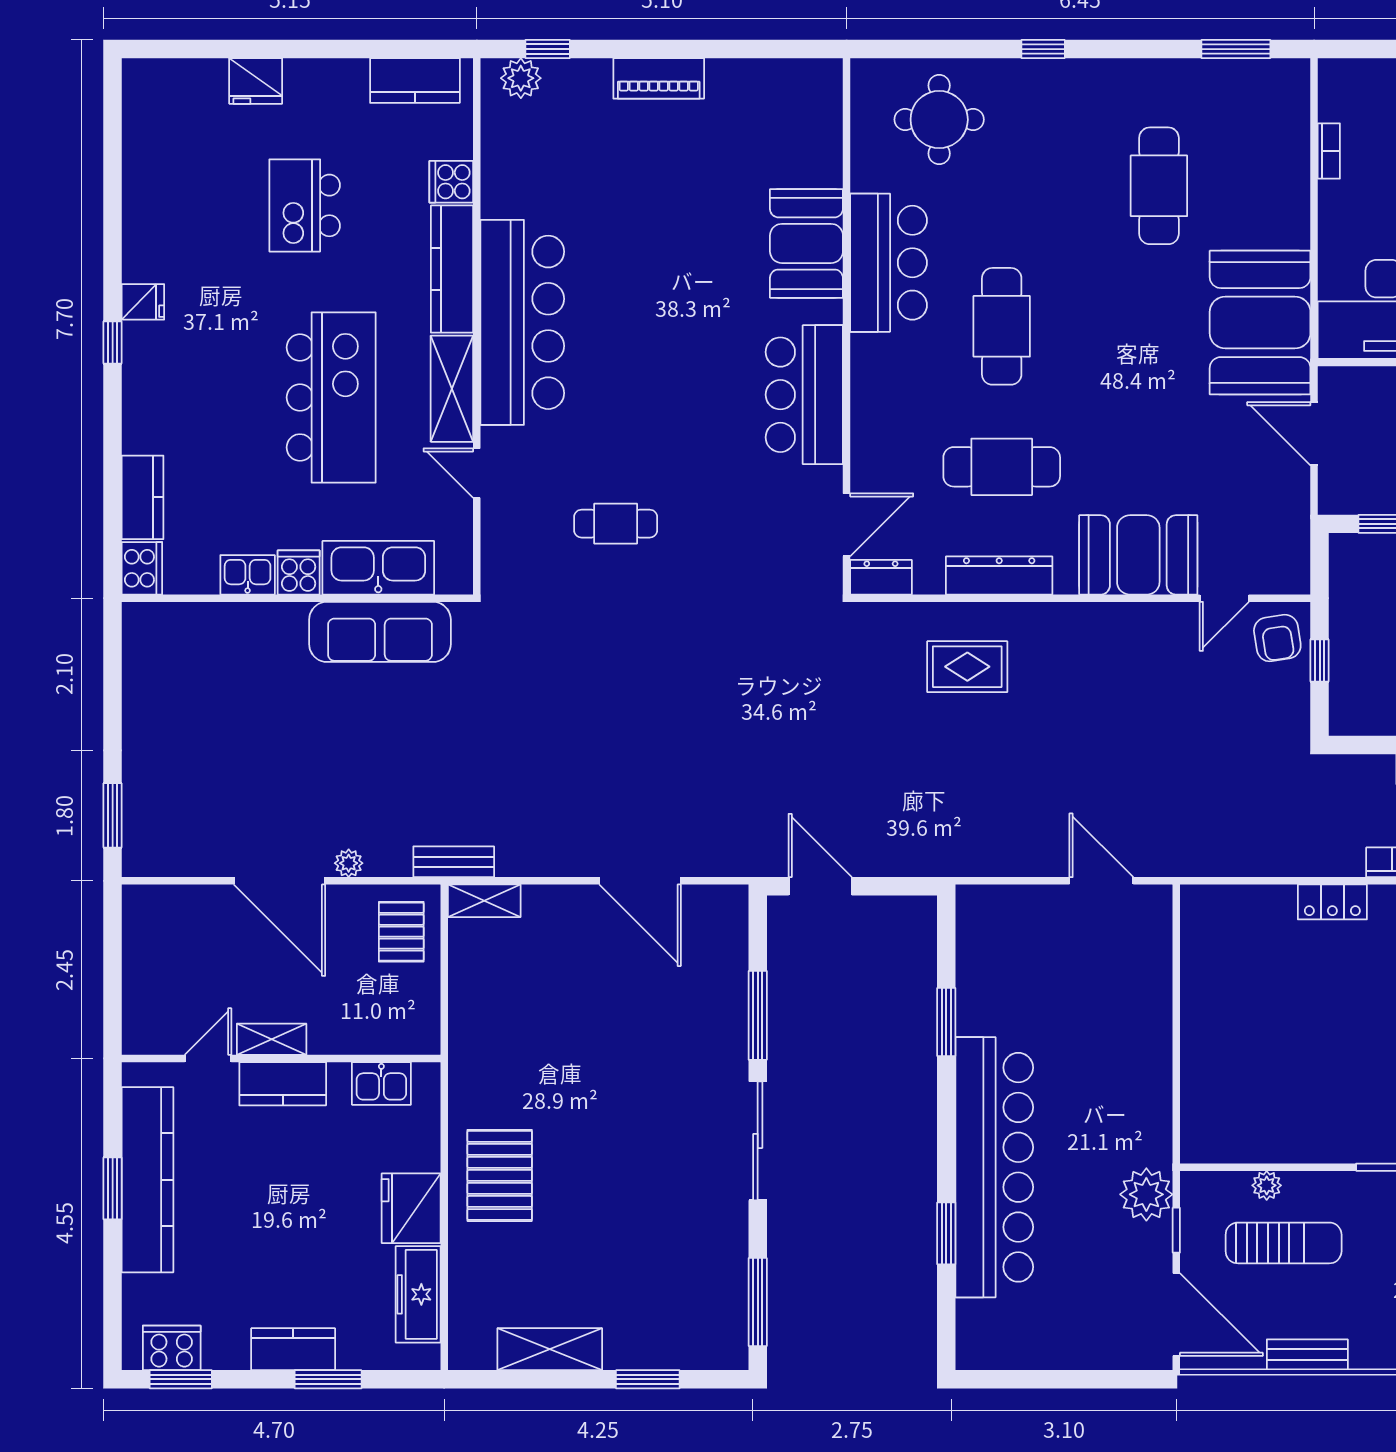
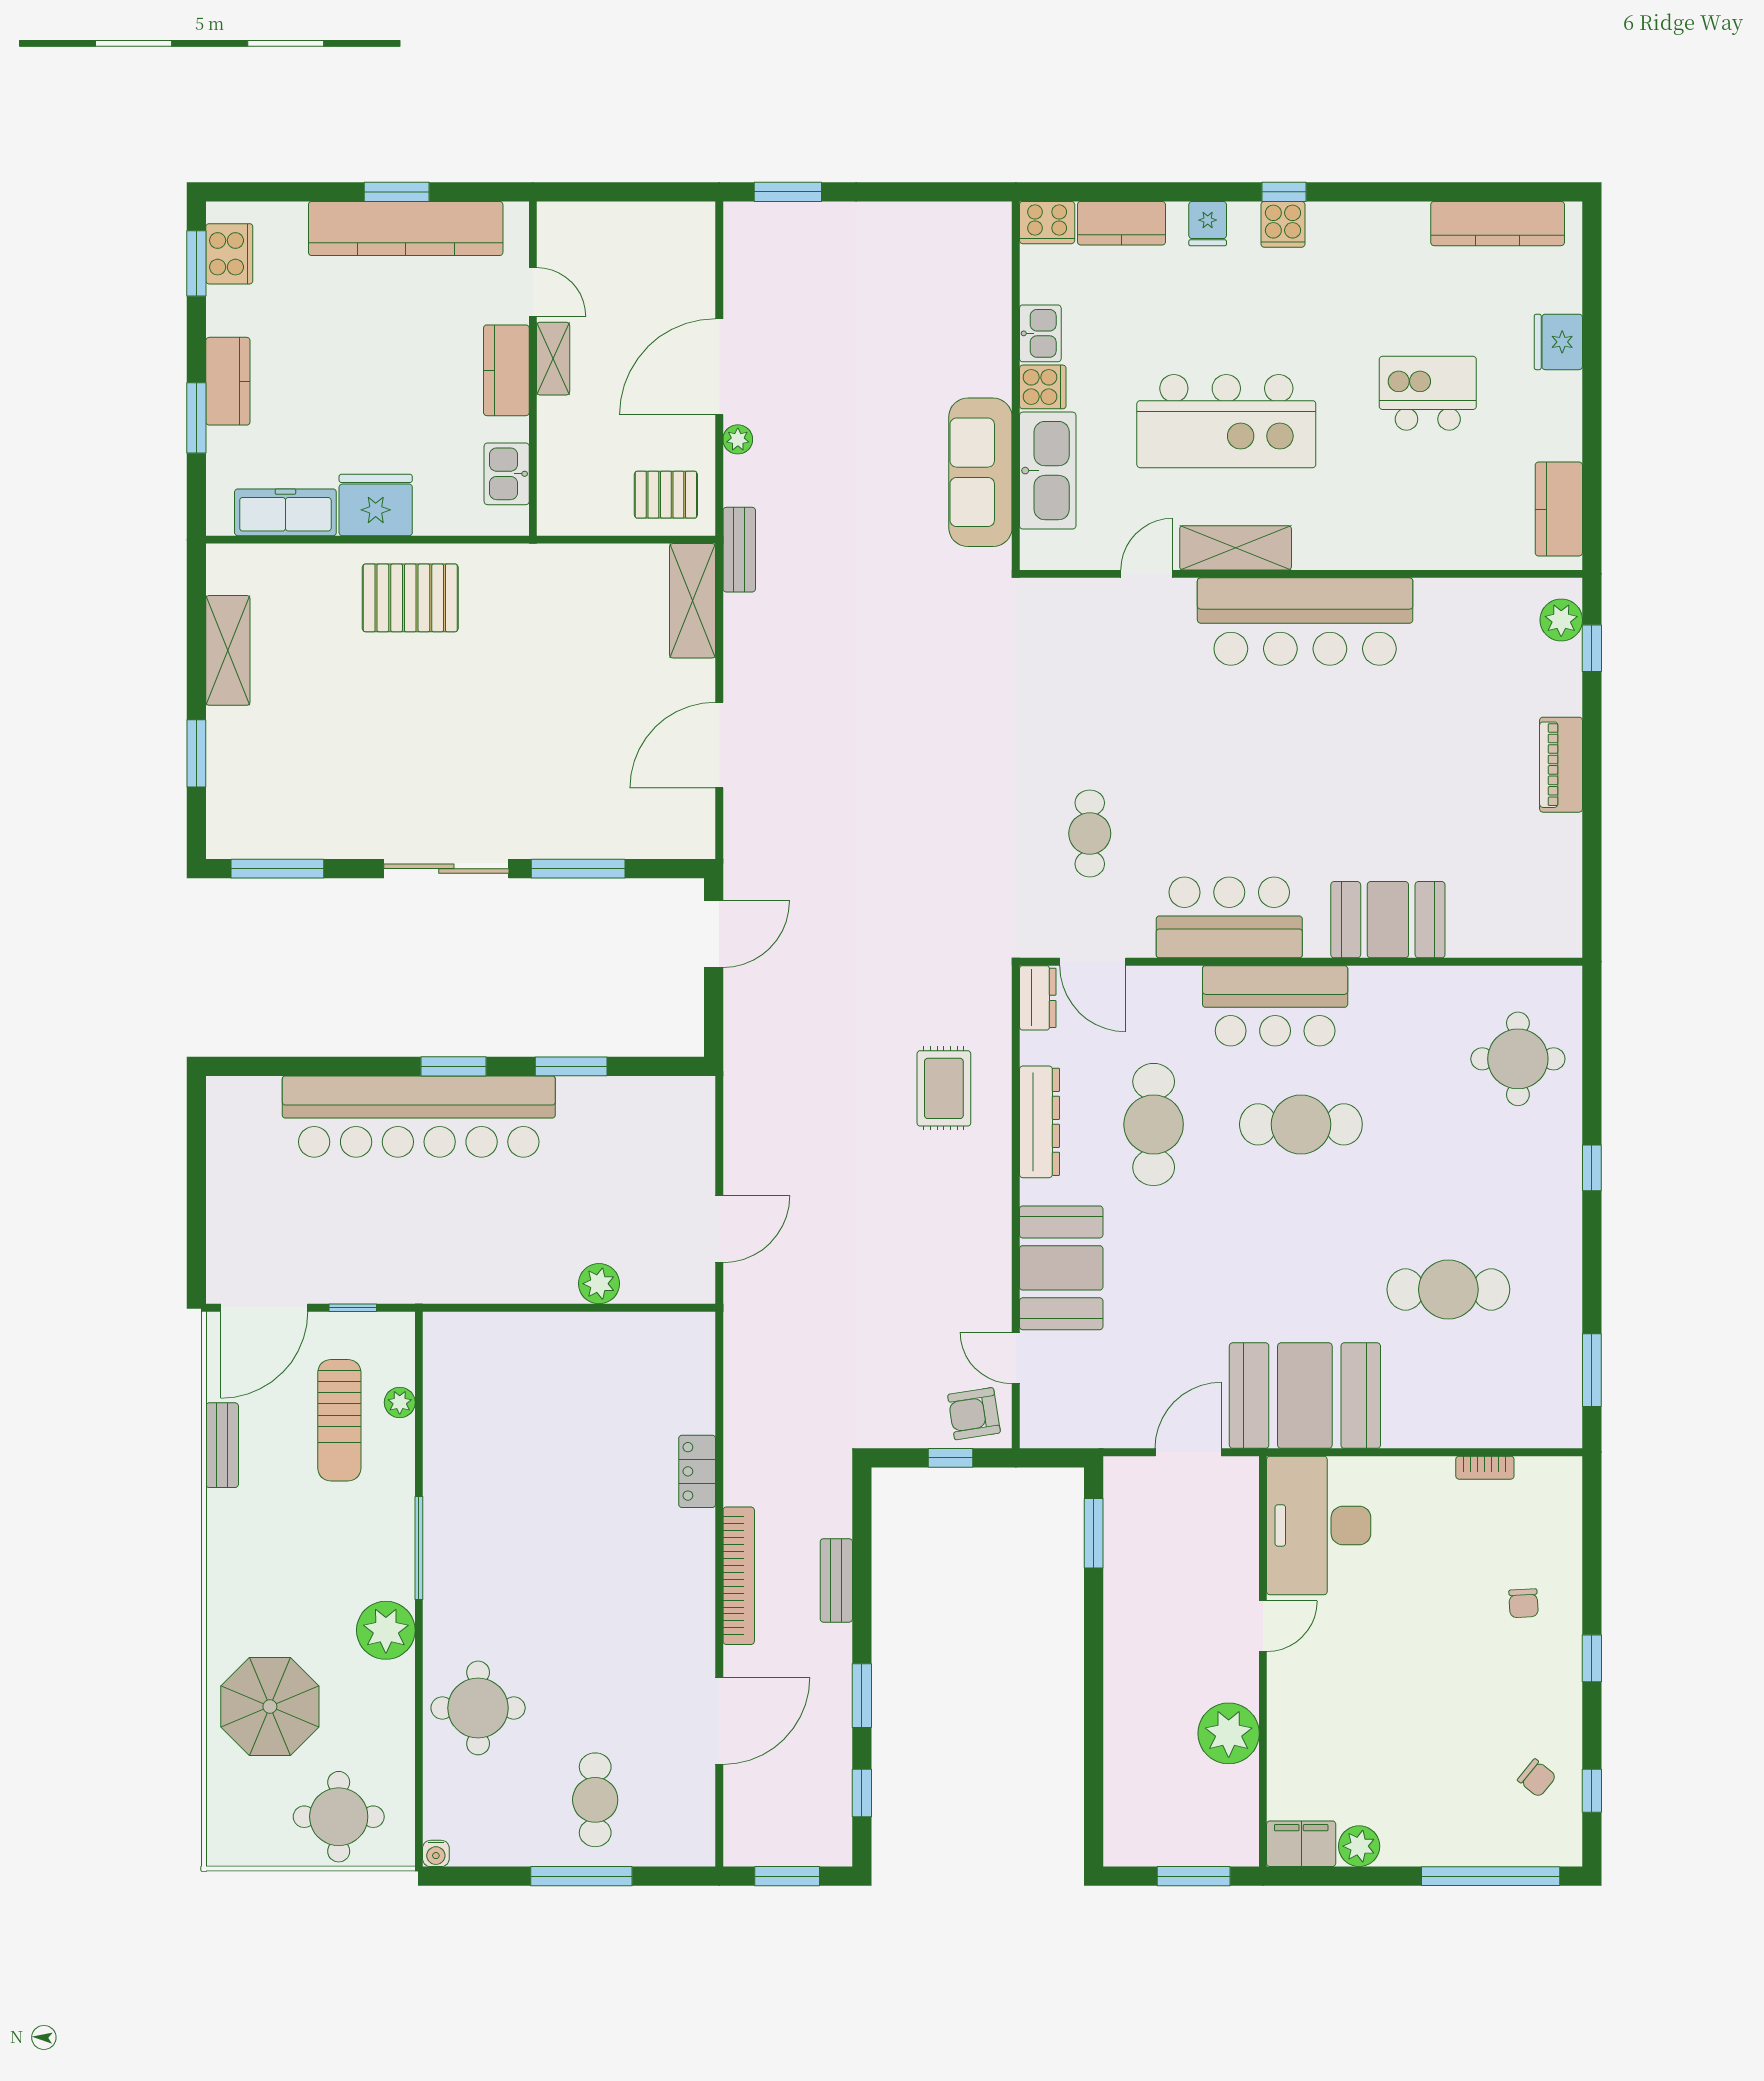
cooker: (451, 182) -> (1283, 224), moved, turned 180
bar counter: (889, 263) -> (1275, 1006), moved
kitchen counter: (452, 269) -> (1498, 224), moved, turned 180
fridge: (143, 302) -> (1208, 224), moved
cafe table: (616, 524) -> (1090, 833), moved
shelving: (484, 901) -> (693, 601), width x1.50, depth x1.33
plant: (1146, 1194) -> (599, 1284), moved, width x0.73, depth x0.73
window: (946, 1233) -> (453, 1066), moved

